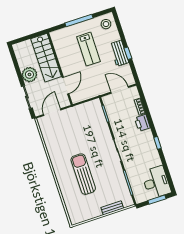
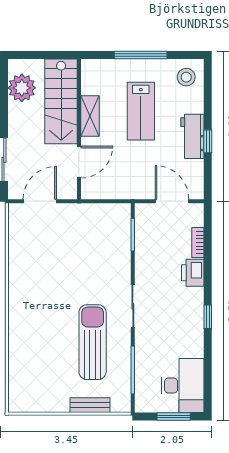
shelving: (63, 60) -> (90, 116), added
plant: (29, 75) -> (22, 88), moved
sun lounger: (83, 174) -> (93, 342), moved

